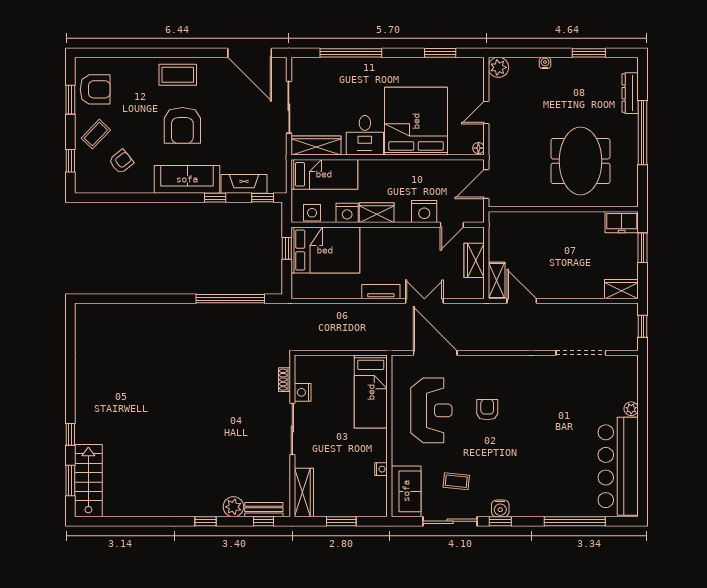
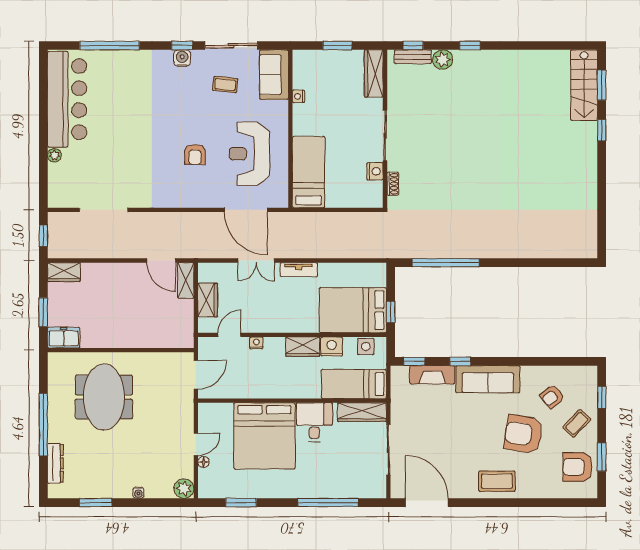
armchair: (182, 125) -> (523, 434), moved, turned -81
floor lamp: (478, 148) -> (203, 462), moved
nightstand: (424, 211) -> (256, 343), width x0.53, depth x0.56

